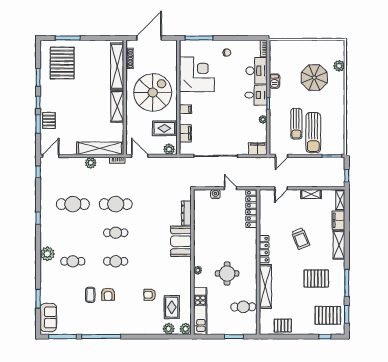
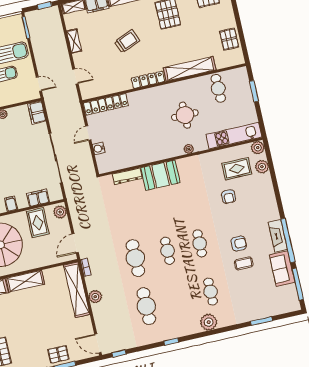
sofa: (48, 317) -> (282, 269), moved, turned -90
fireplace: (107, 329) -> (278, 236), added

